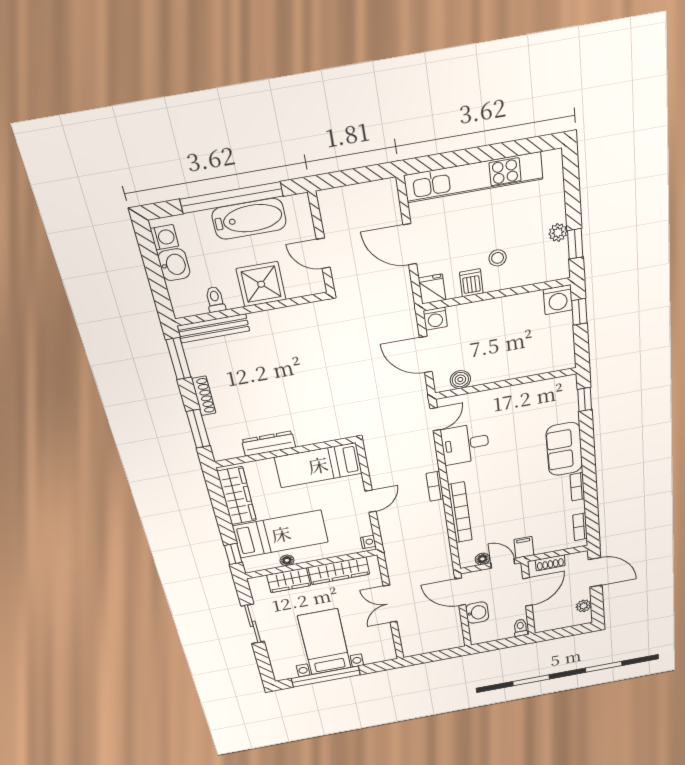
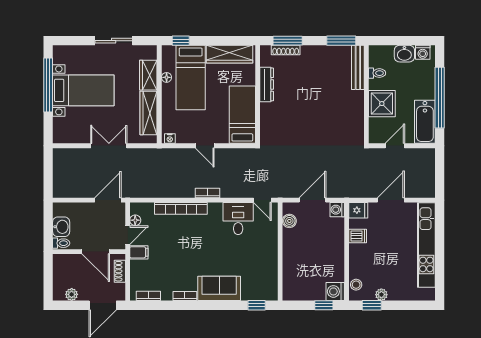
bathtub: (249, 219) -> (425, 122), moved
stool: (498, 258) -> (356, 285), moved
shoe rack: (204, 396) -> (286, 50), moved
washbasin: (477, 613) -> (61, 227), moved, turned -90

